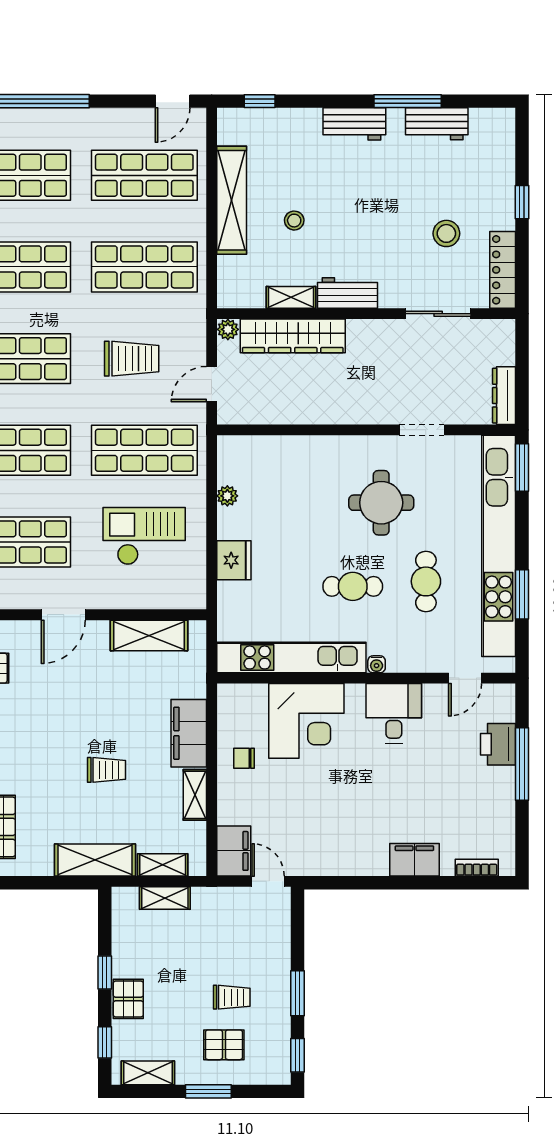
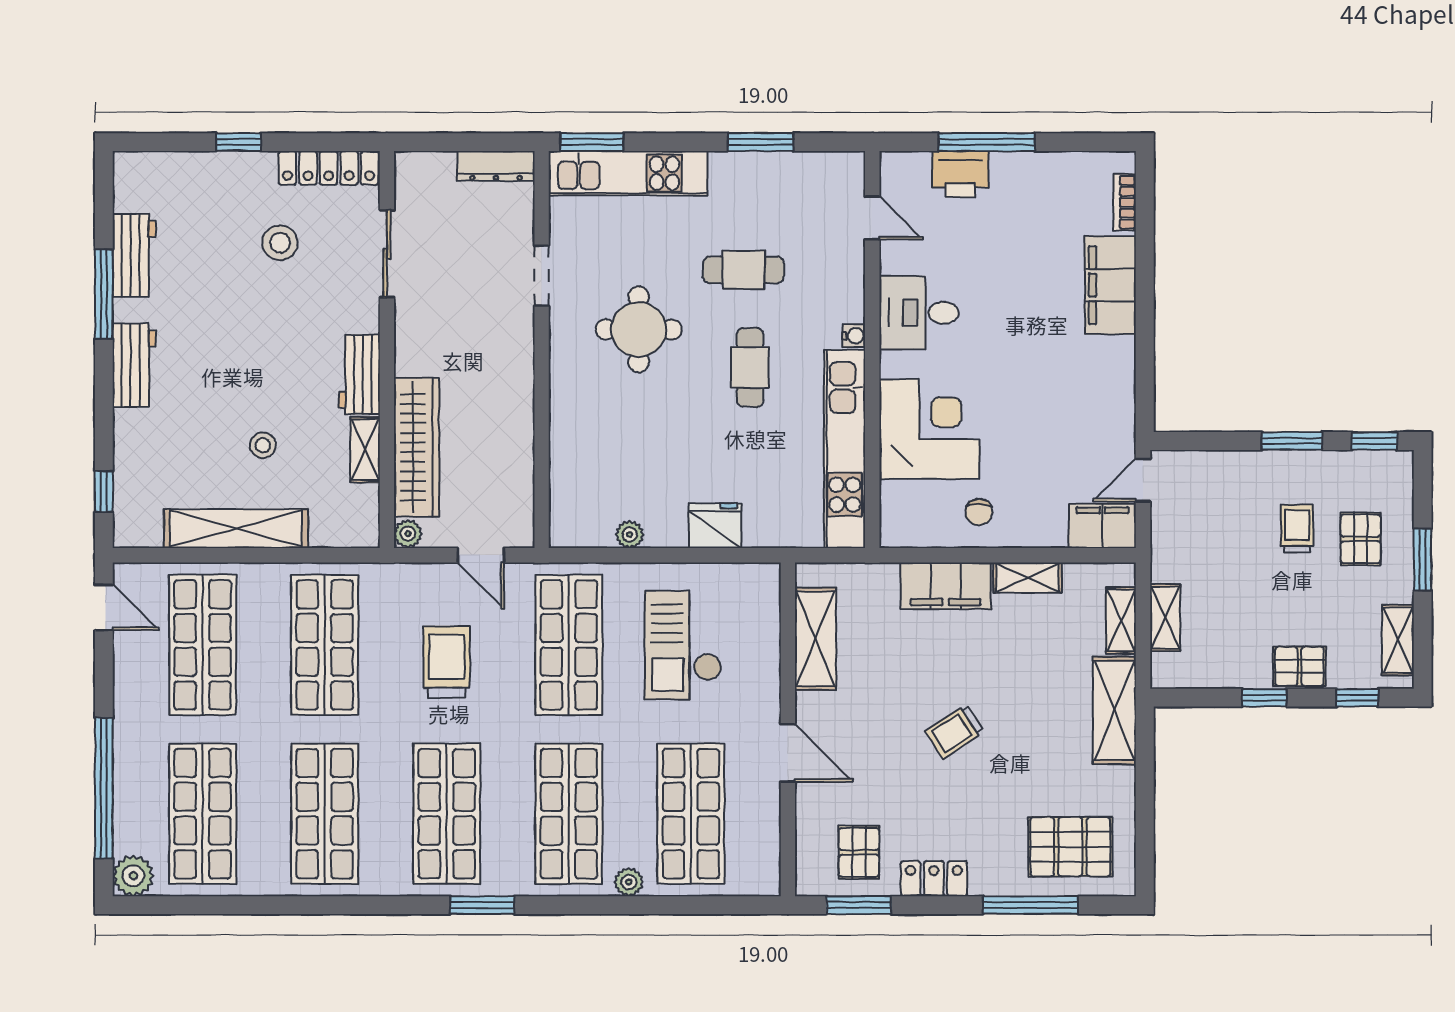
kitchen unit: (499, 546) -> (628, 173), width x0.54
trolley: (107, 770) -> (955, 732), moved, turned -123
filing cabinet: (414, 860) -> (1110, 285), width x1.50, depth x1.17

